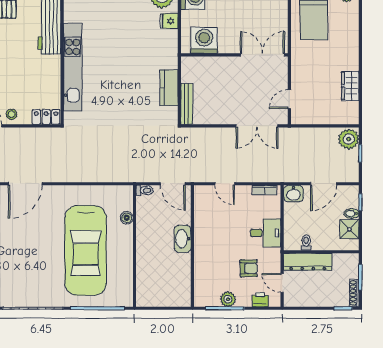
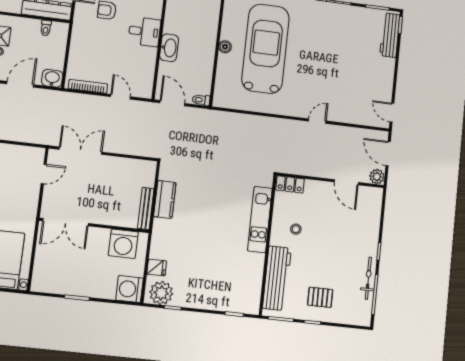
kitchen unit: (73, 67) -> (260, 219), width x0.73
bench: (187, 104) -> (146, 209), moved
stool: (12, 114) -> (296, 229), moved
door: (25, 184) -> (317, 121), width x0.53
bookcase: (265, 190) -> (88, 86), width x1.56
boiler: (127, 218) -> (225, 47), moved
desk: (266, 233) -> (144, 32), moved, turned 180

